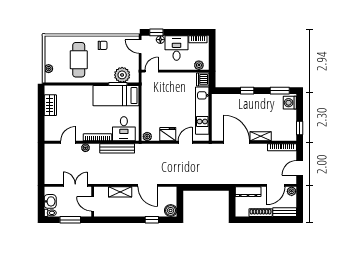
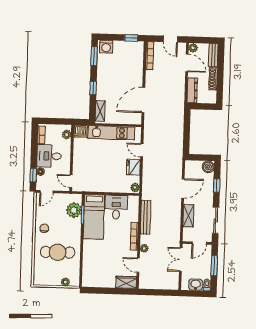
wardrobe: (50, 105) -> (126, 282), moved
desk: (124, 129) -> (116, 207), moved, turned -90
shelving: (261, 136) -> (100, 111), moved
sliding door: (116, 220) -> (216, 220), added

